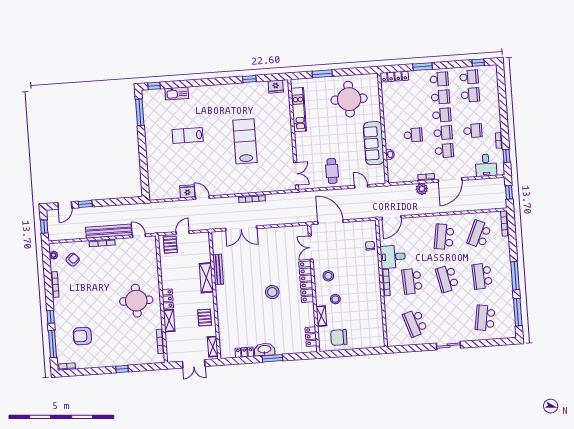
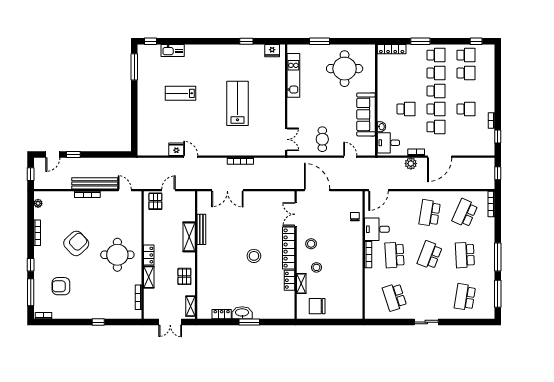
desk: (486, 165) -> (388, 143), moved, turned 90
armchair: (73, 260) -> (76, 243), moved, width x1.88, depth x1.88
school desk: (447, 279) -> (430, 255), turned 33
locker: (311, 337) -> (289, 280), moved

